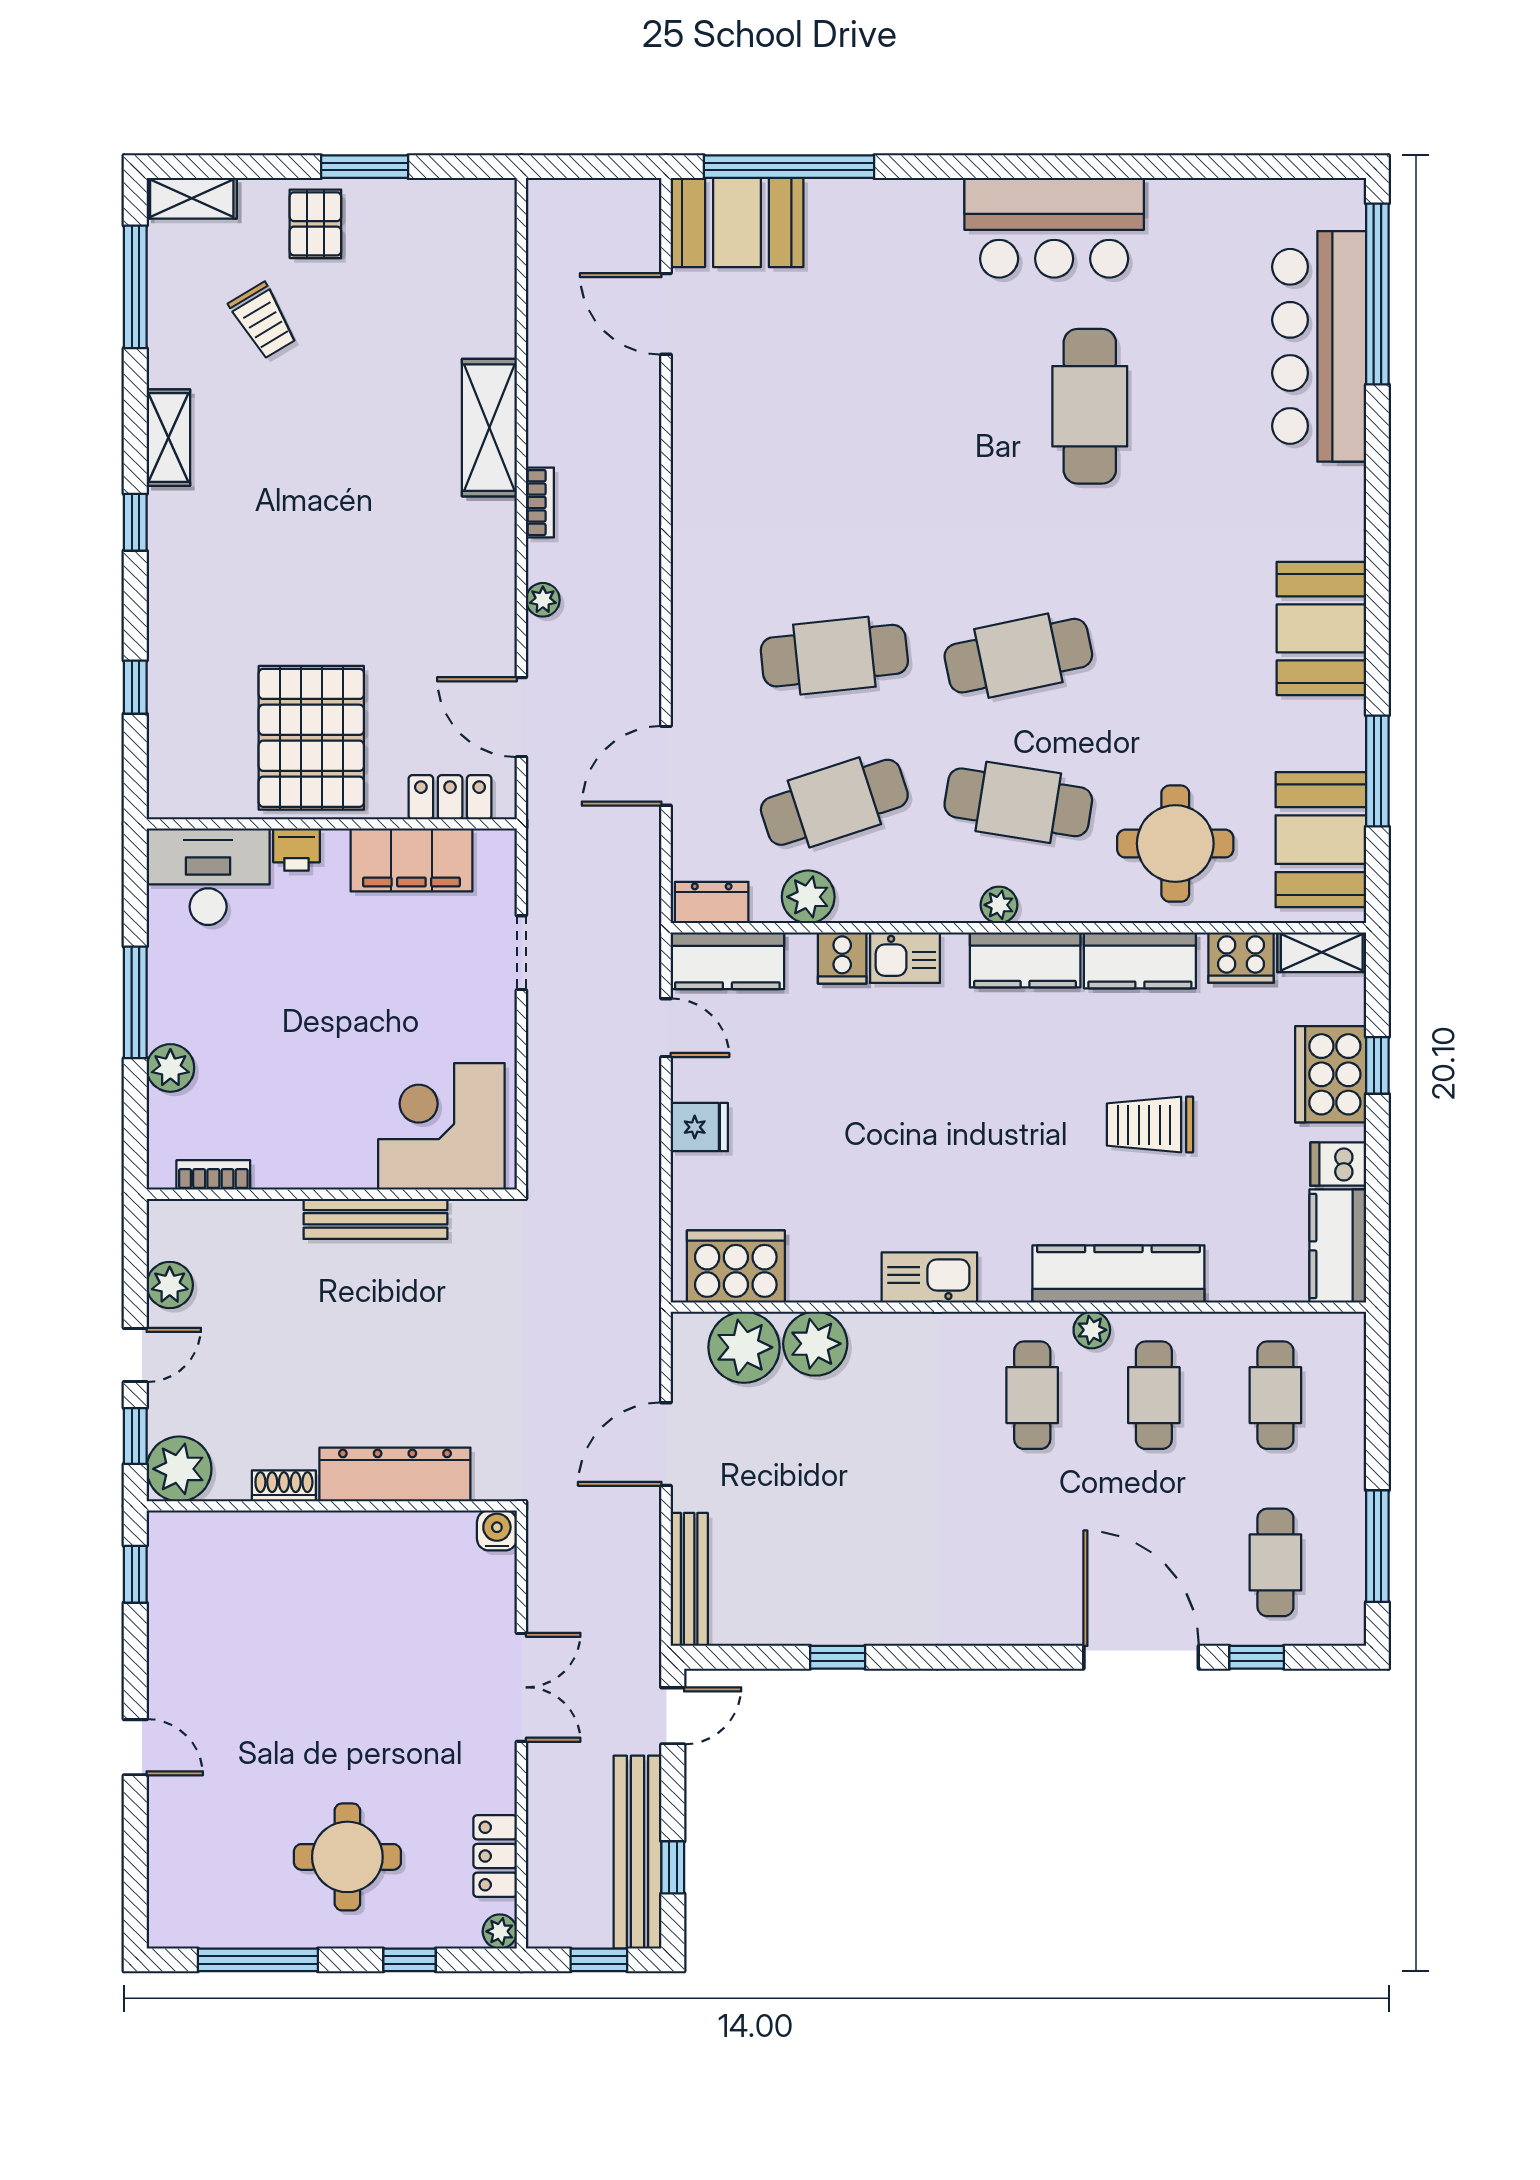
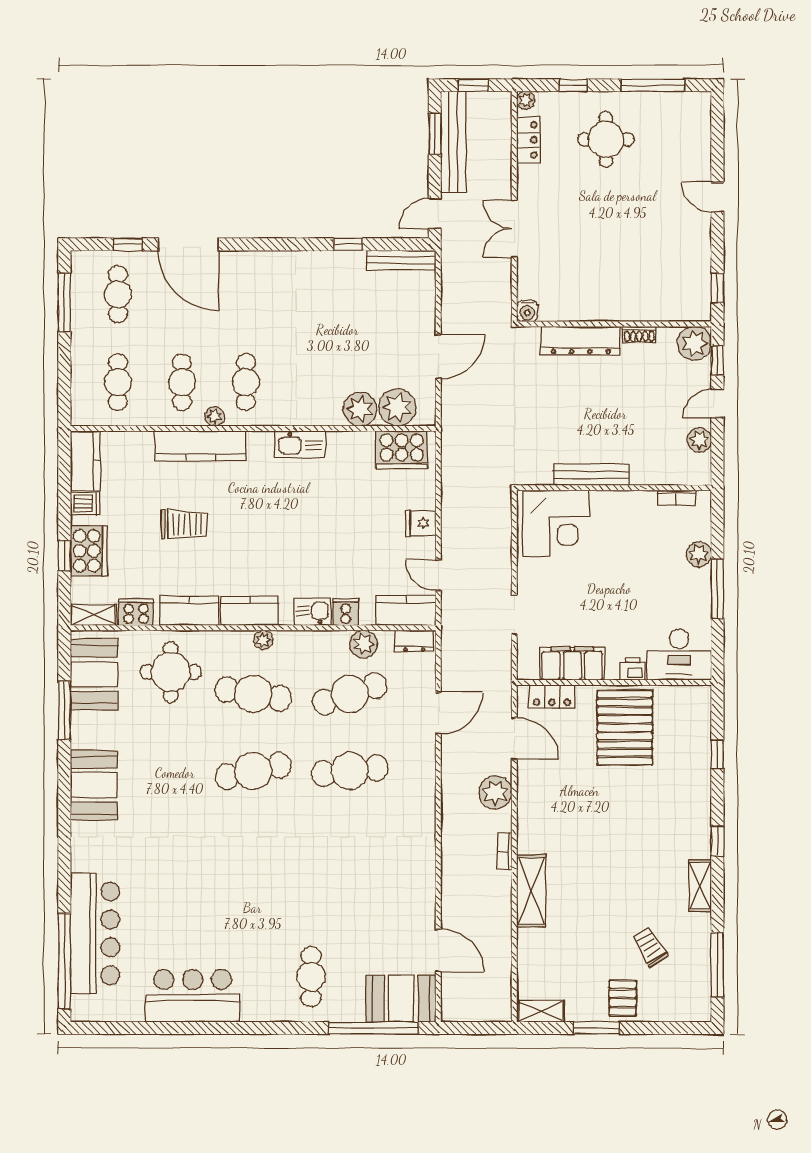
shelving: (192, 198) -> (540, 1011), moved
bar counter: (1054, 228) -> (193, 996), moved
cafe table: (1090, 406) -> (311, 977), moved, width x0.73, depth x0.74
plant: (543, 600) -> (495, 793), width x1.87, depth x1.87
bench: (689, 1579) -> (401, 260), moved, turned 90
window: (673, 1867) -> (435, 134), width x1.50

